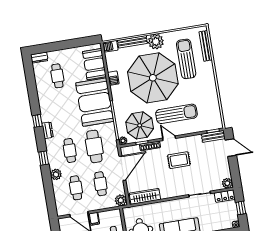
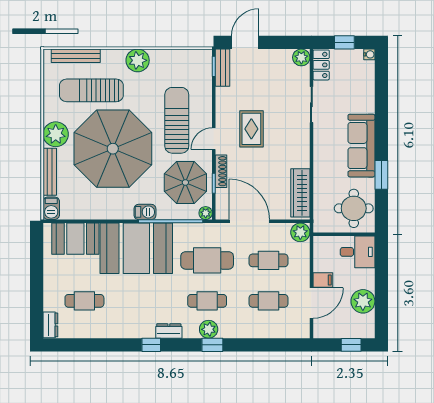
barbecue: (113, 78) -> (145, 212), moved
plant: (209, 84) -> (138, 60), added
plant: (56, 174) -> (209, 329), moved

